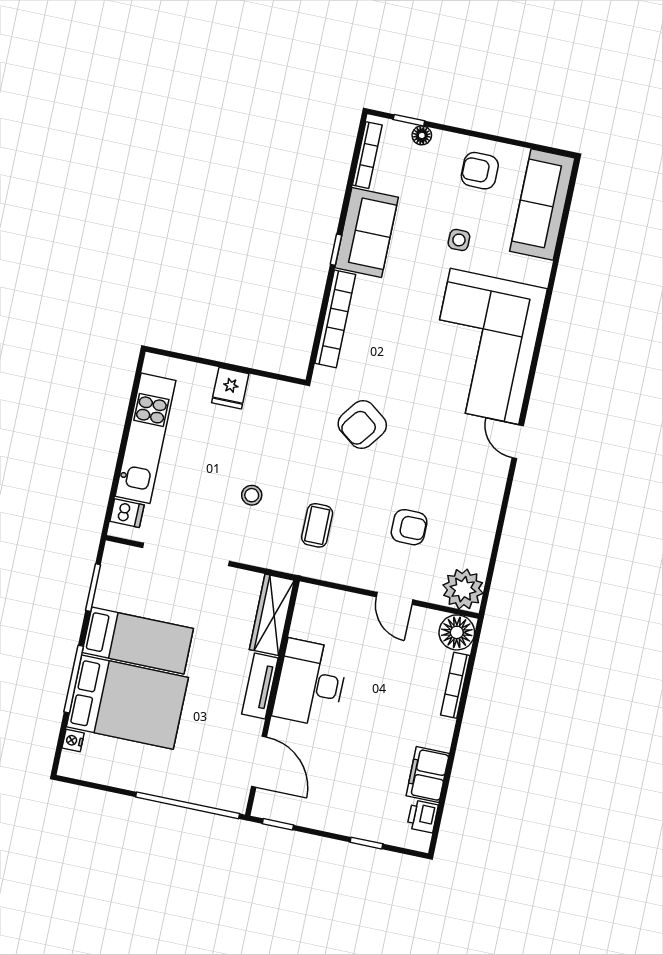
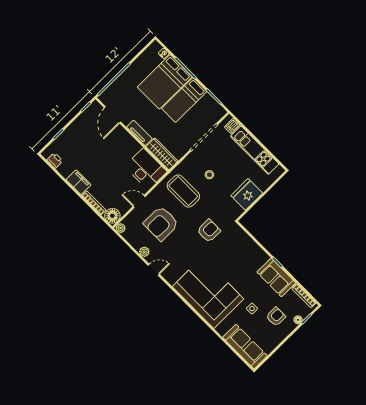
armchair: (480, 171) -> (276, 317), moved
bookcase: (335, 319) -> (253, 246), removed
fridge: (230, 388) -> (247, 194), width x1.88, depth x1.34
armchair: (362, 425) -> (209, 231), turned 53
door: (518, 442) -> (154, 270), moved
plant: (486, 524) -> (144, 252), added
coffee table: (317, 525) -> (183, 191), width x1.86, depth x1.72
armchair: (409, 527) -> (161, 223), width x1.88, depth x1.88
plant: (463, 589) -> (121, 228), width x0.53, depth x0.53
desk: (311, 683) -> (146, 169), moved
door: (259, 762) -> (113, 115), hinge flipped
filing cabinet: (428, 775) -> (79, 182), moved

